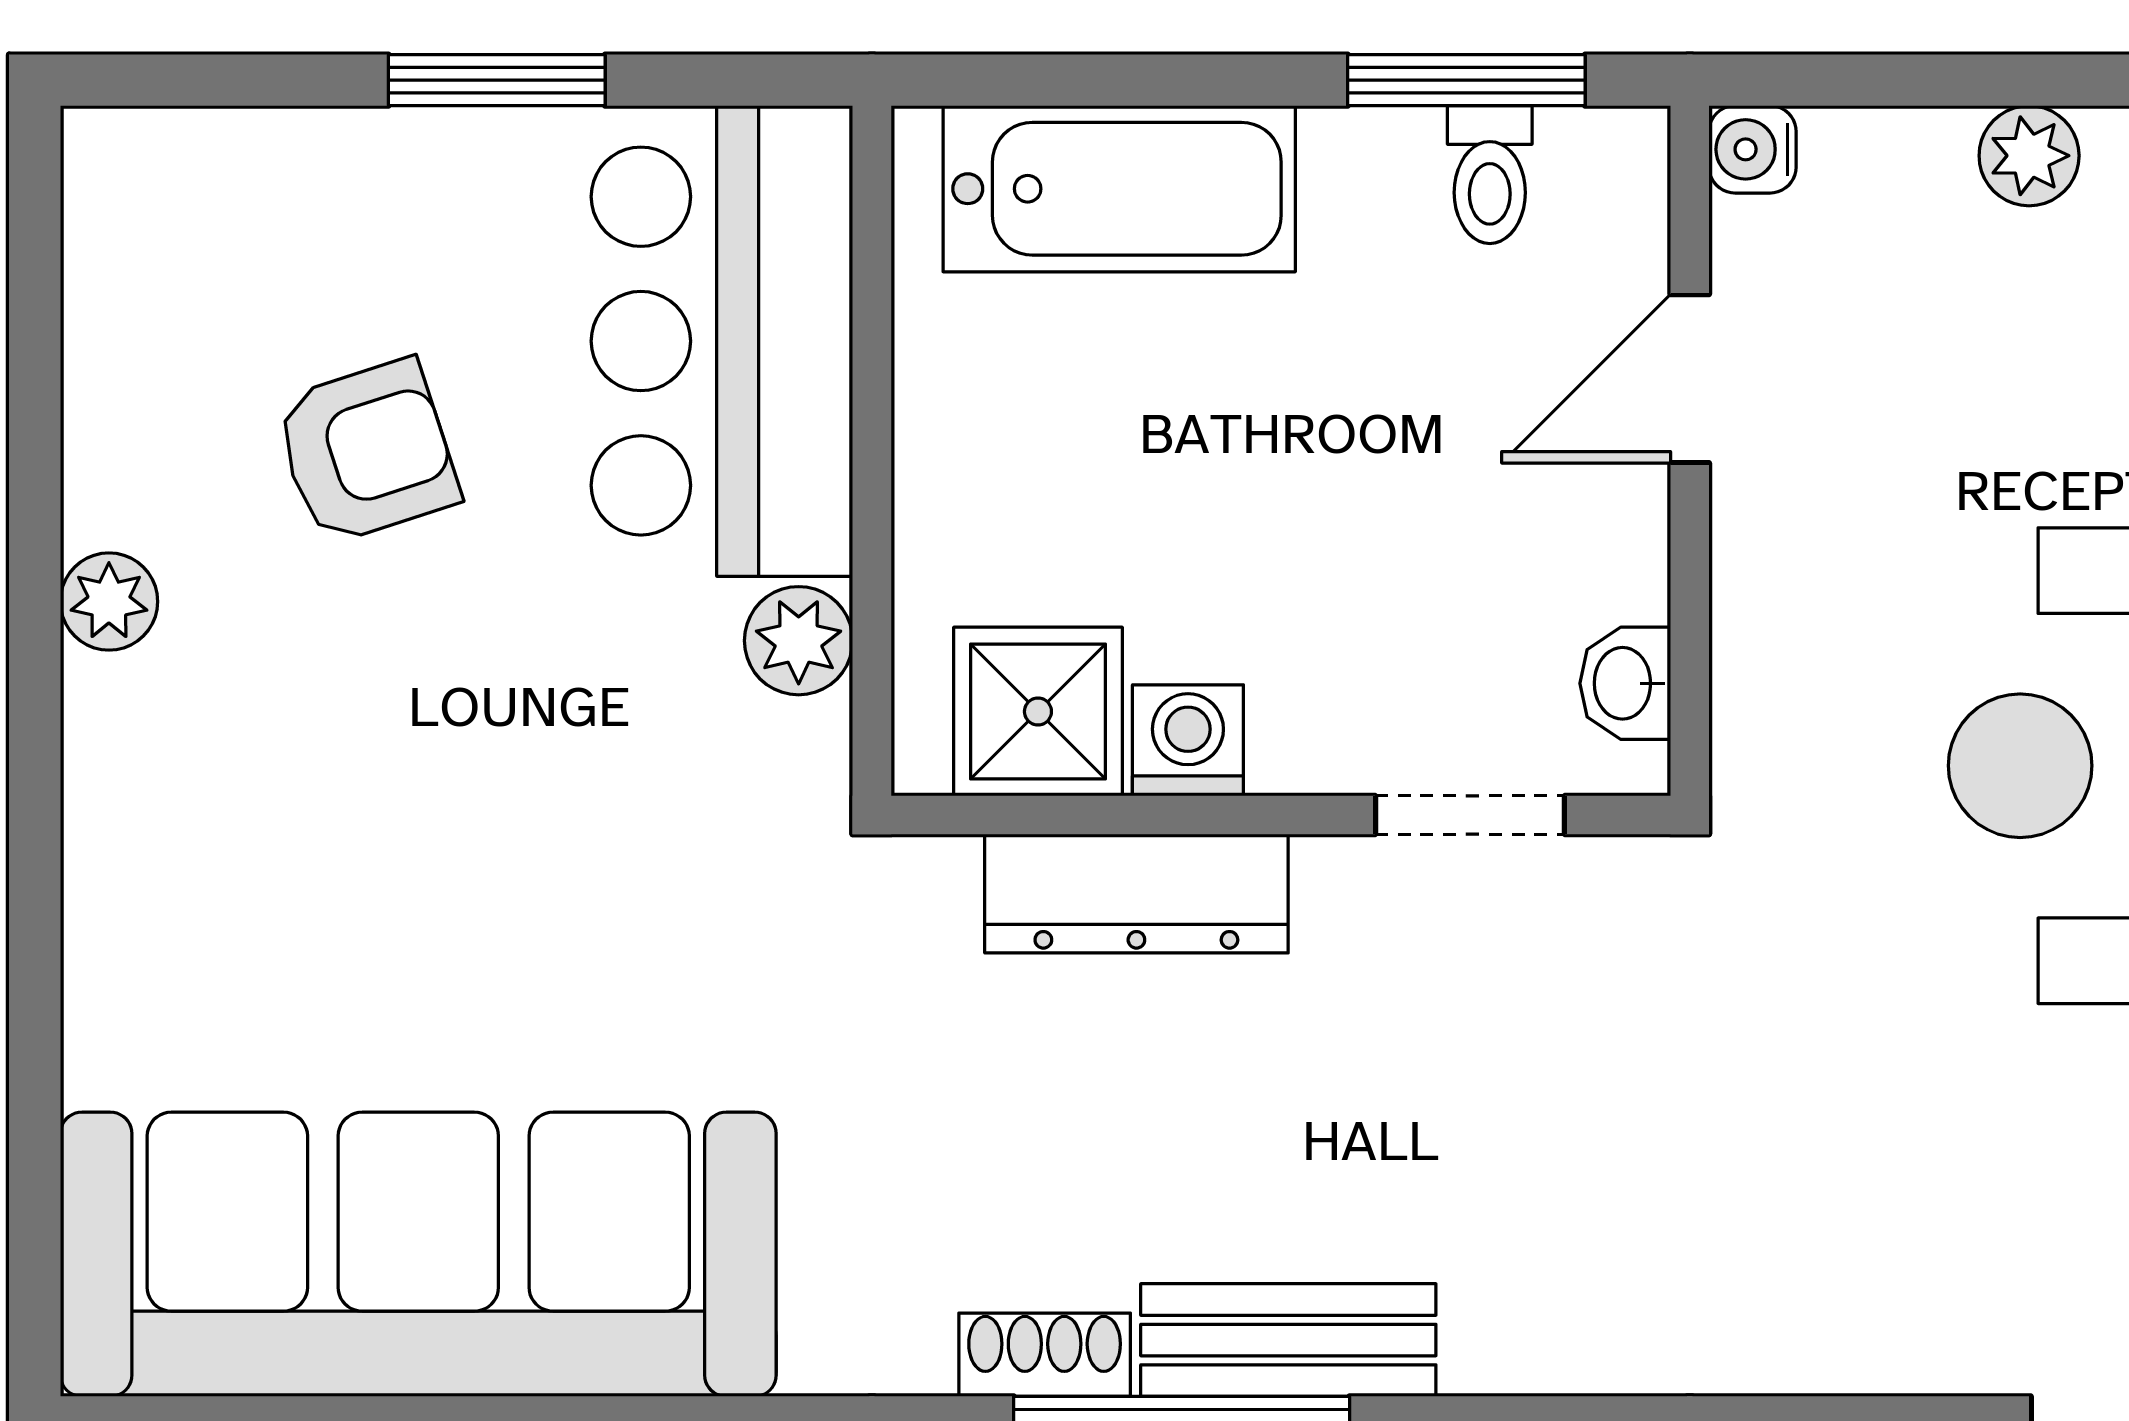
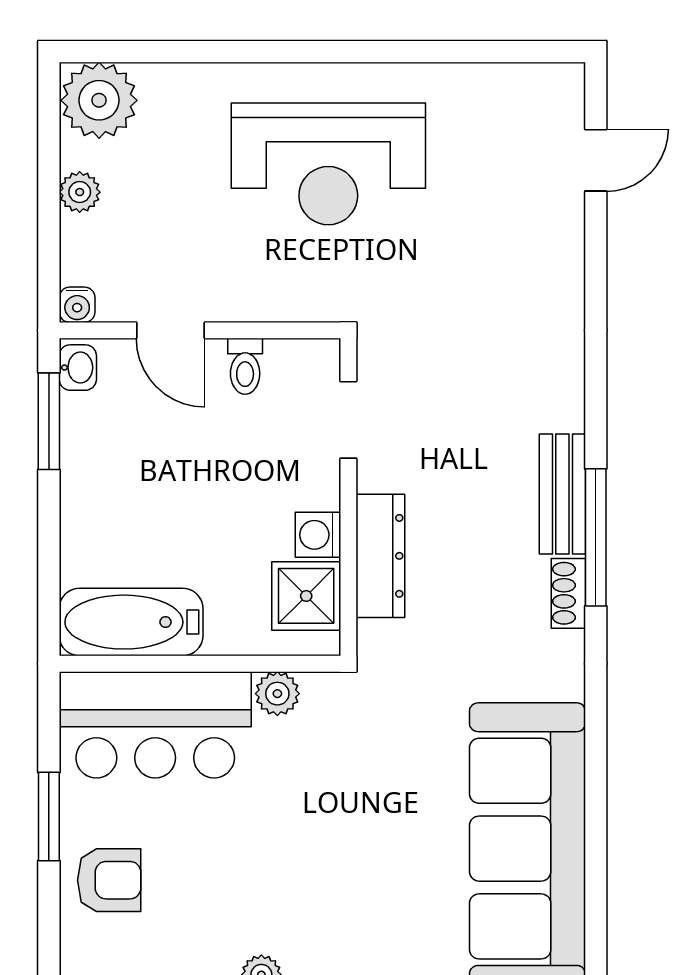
toilet: (1490, 175) -> (245, 366), moved, turned 90
bathtub: (1119, 189) -> (131, 622), moved, turned -90
armchair: (367, 452) -> (109, 880), moved, turned 108
washbasin: (1625, 683) -> (78, 368), moved, turned -90

